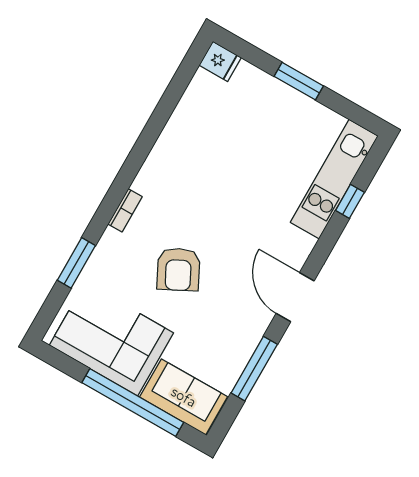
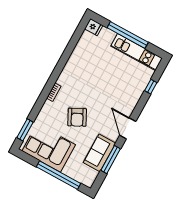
window: (299, 81) -> (128, 35), width x2.11
kitchen unit: (334, 179) -> (137, 52), moved, turned -90
window: (76, 263) -> (25, 130), moved
sofa: (184, 397) -> (99, 153), moved, turned -90

